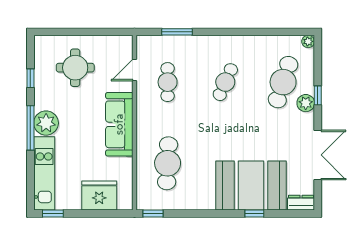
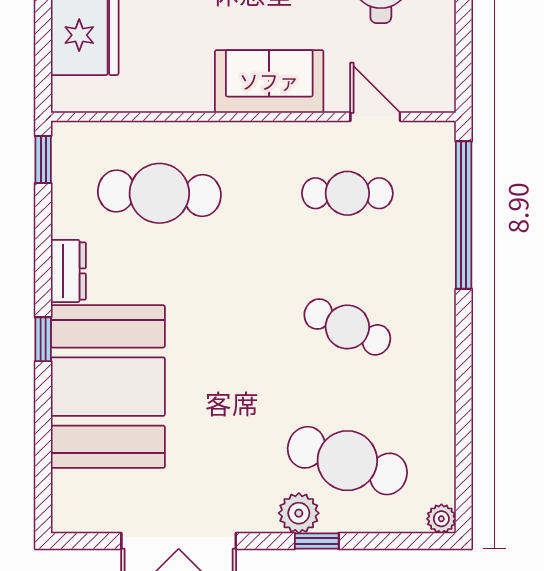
window: (177, 32) -> (464, 215), width x2.11
sofa: (119, 124) -> (269, 81), width x0.73
dresser: (301, 203) -> (68, 271), moved
window: (254, 214) -> (43, 339), moved

